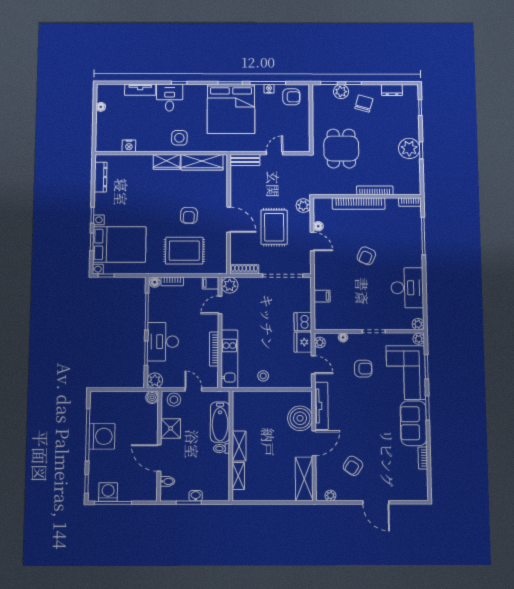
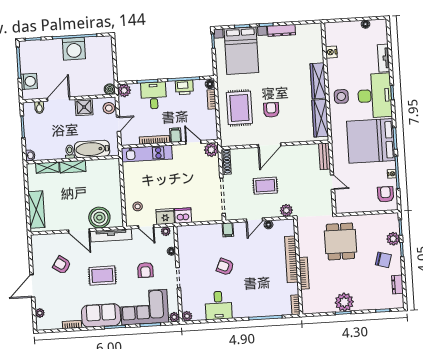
armchair: (291, 97) -> (386, 194), turned 180
desk: (170, 98) -> (375, 95), width x1.87, depth x1.30
dining table: (341, 148) -> (340, 241), turned 90
wardrobe: (167, 162) -> (318, 81), width x1.50
dresser: (101, 177) -> (281, 30), moved
armchair: (189, 215) -> (271, 110), turned 87
rug: (274, 227) -> (265, 186), width x0.73, depth x0.70
armchair: (366, 256) -> (225, 267), moved
filing cabinet: (210, 283) -> (175, 135), moved
desk: (407, 288) -> (218, 305), width x0.73
filing cabinet: (322, 296) -> (228, 230), moved
printer: (156, 311) -> (184, 87), added
desk: (163, 342) -> (154, 95), width x0.73
door: (313, 365) -> (146, 227), hinge flipped
stool: (263, 376) -> (138, 206), moved
rug: (367, 419) -> (102, 276), added
shelving: (304, 479) -> (36, 210), moved, turned 90
washing machine: (108, 492) -> (29, 81), moved
plant: (330, 495) -> (40, 313), moved
washbasin: (196, 496) -> (30, 155), moved

